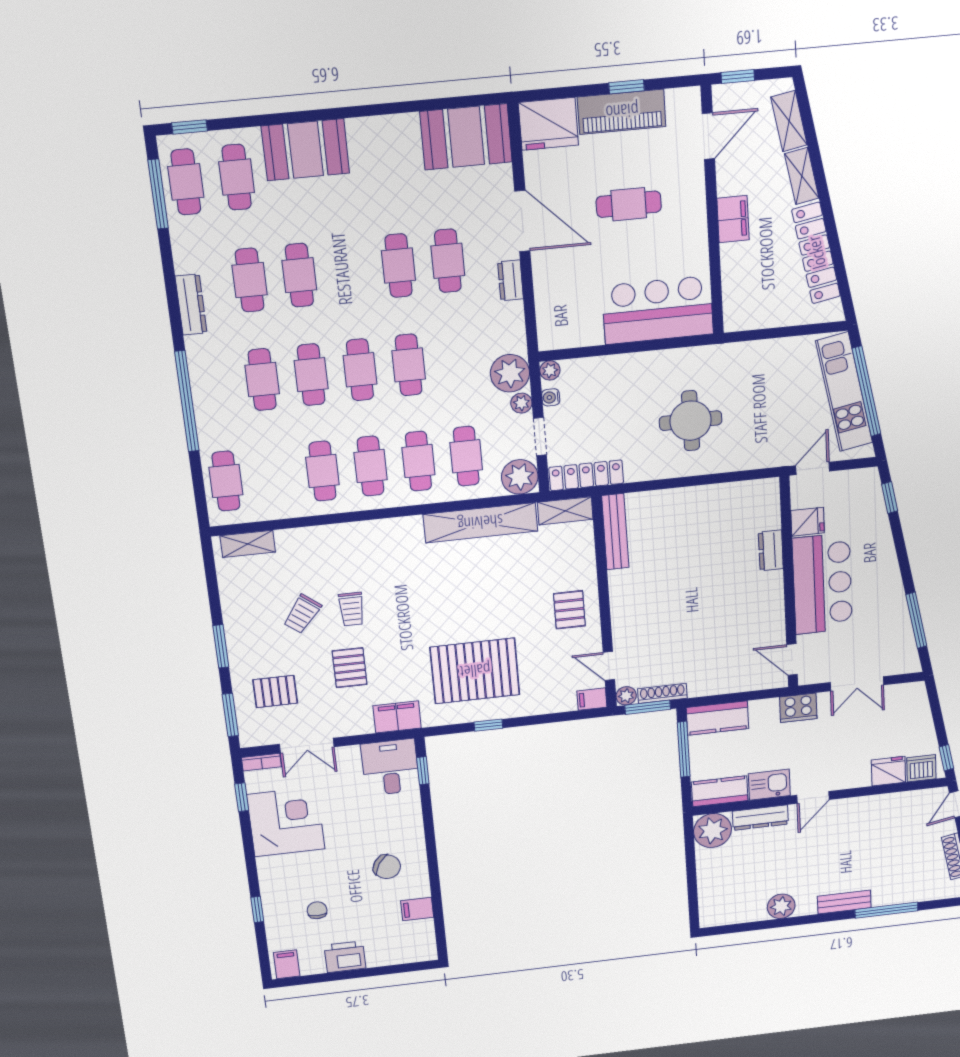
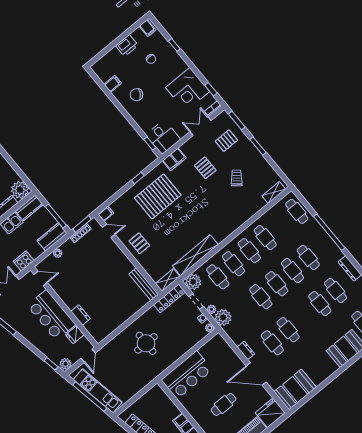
plant: (864, 480) -> (65, 364), added
trolley: (351, 609) -> (220, 191), removed
plant: (626, 696) -> (58, 253), moved

